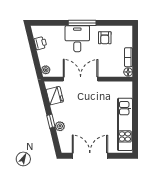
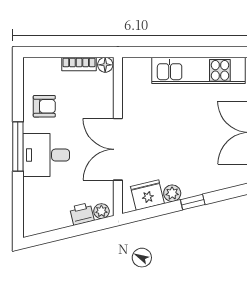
printer: (40, 43) -> (82, 214), moved
plant: (60, 126) -> (172, 193), moved

